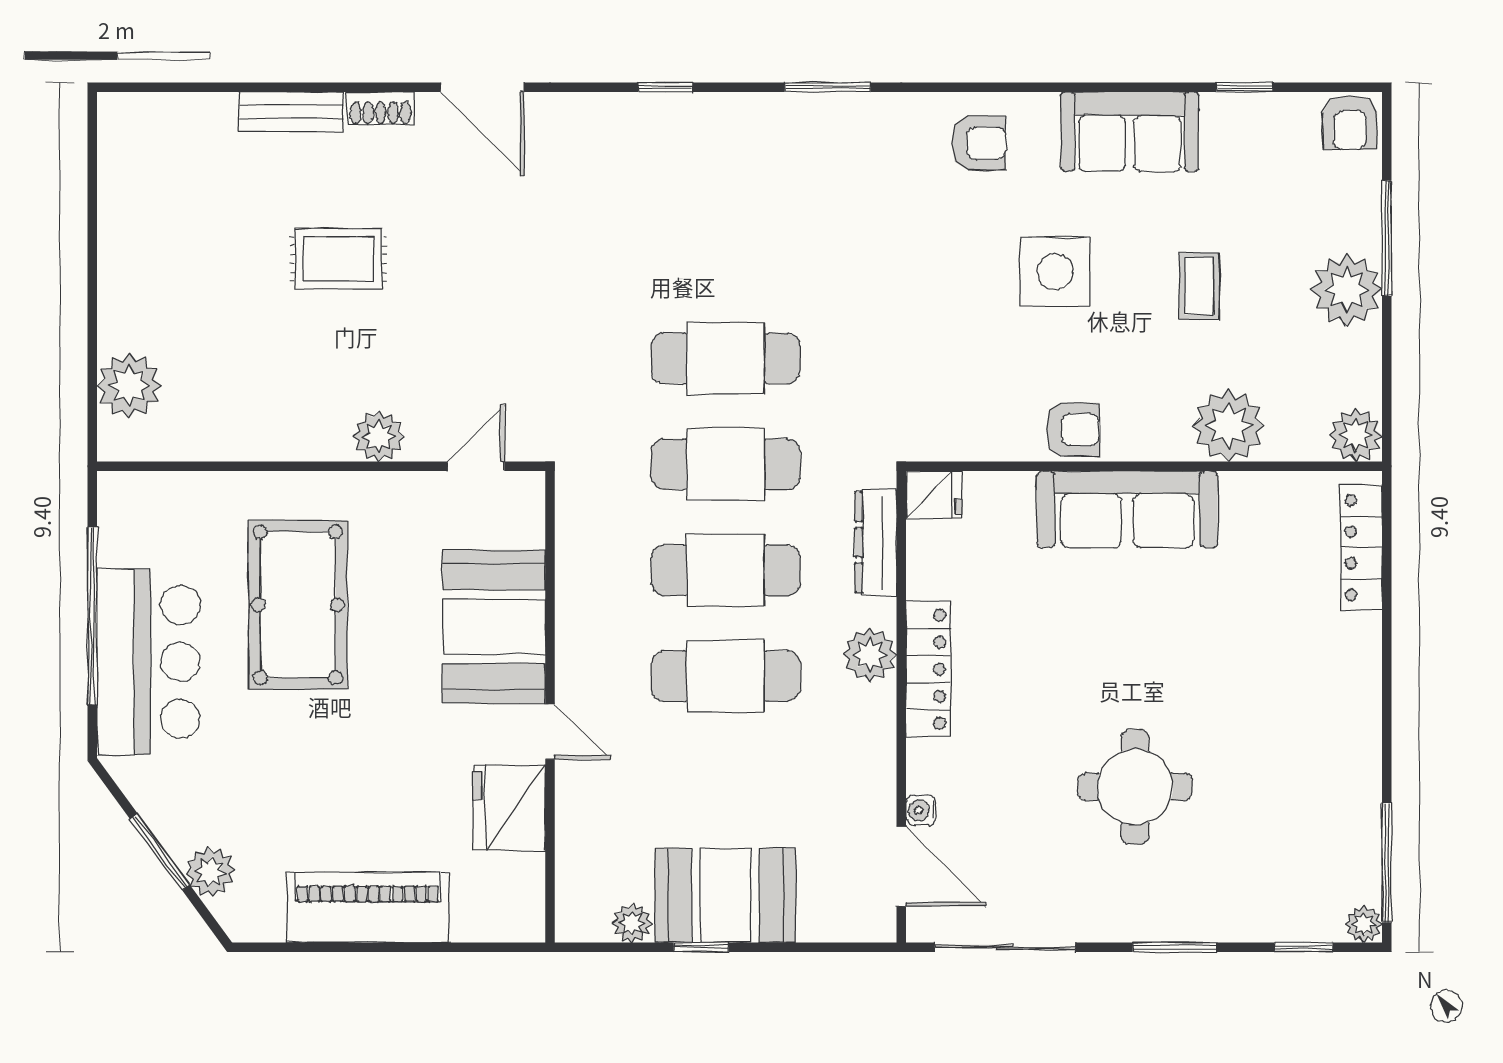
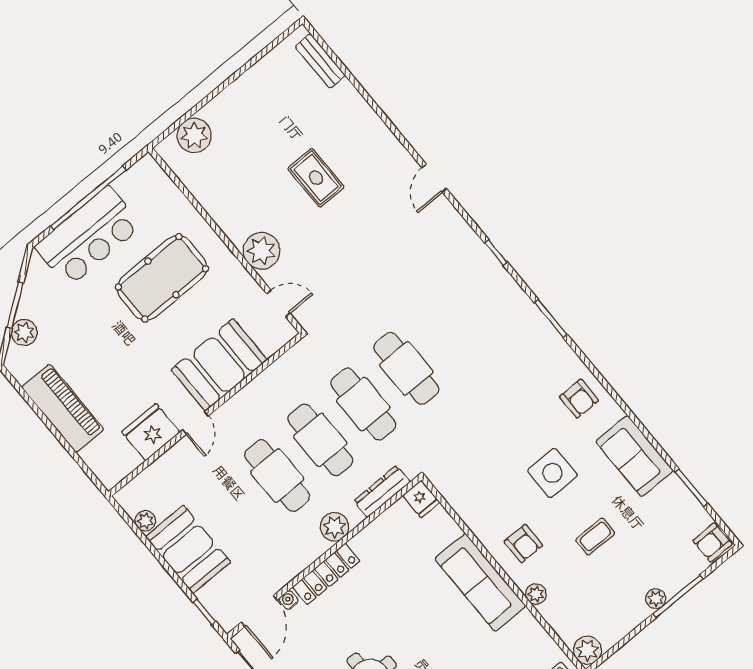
door: (482, 87) -> (434, 178), width x0.73
window: (1245, 87) -> (691, 488), width x1.50
shoe rack: (381, 108) -> (391, 144), removed
bench: (291, 112) -> (320, 61), moved
plant: (1347, 290) -> (656, 599), width x0.53, depth x0.53
plant: (1229, 425) -> (536, 594), width x0.53, depth x0.53
armchair: (1073, 429) -> (523, 544), moved
plant: (379, 436) -> (261, 251), width x1.36, depth x1.36
locker: (928, 669) -> (326, 574), moved
window: (701, 947) -> (204, 612), moved

